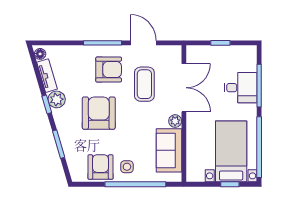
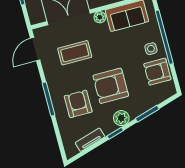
door: (143, 43) -> (35, 49), moved
floor lamp: (40, 54) -> (73, 151), removed
armchair: (109, 70) -> (78, 104), moved
plant: (57, 99) -> (121, 118), moved

